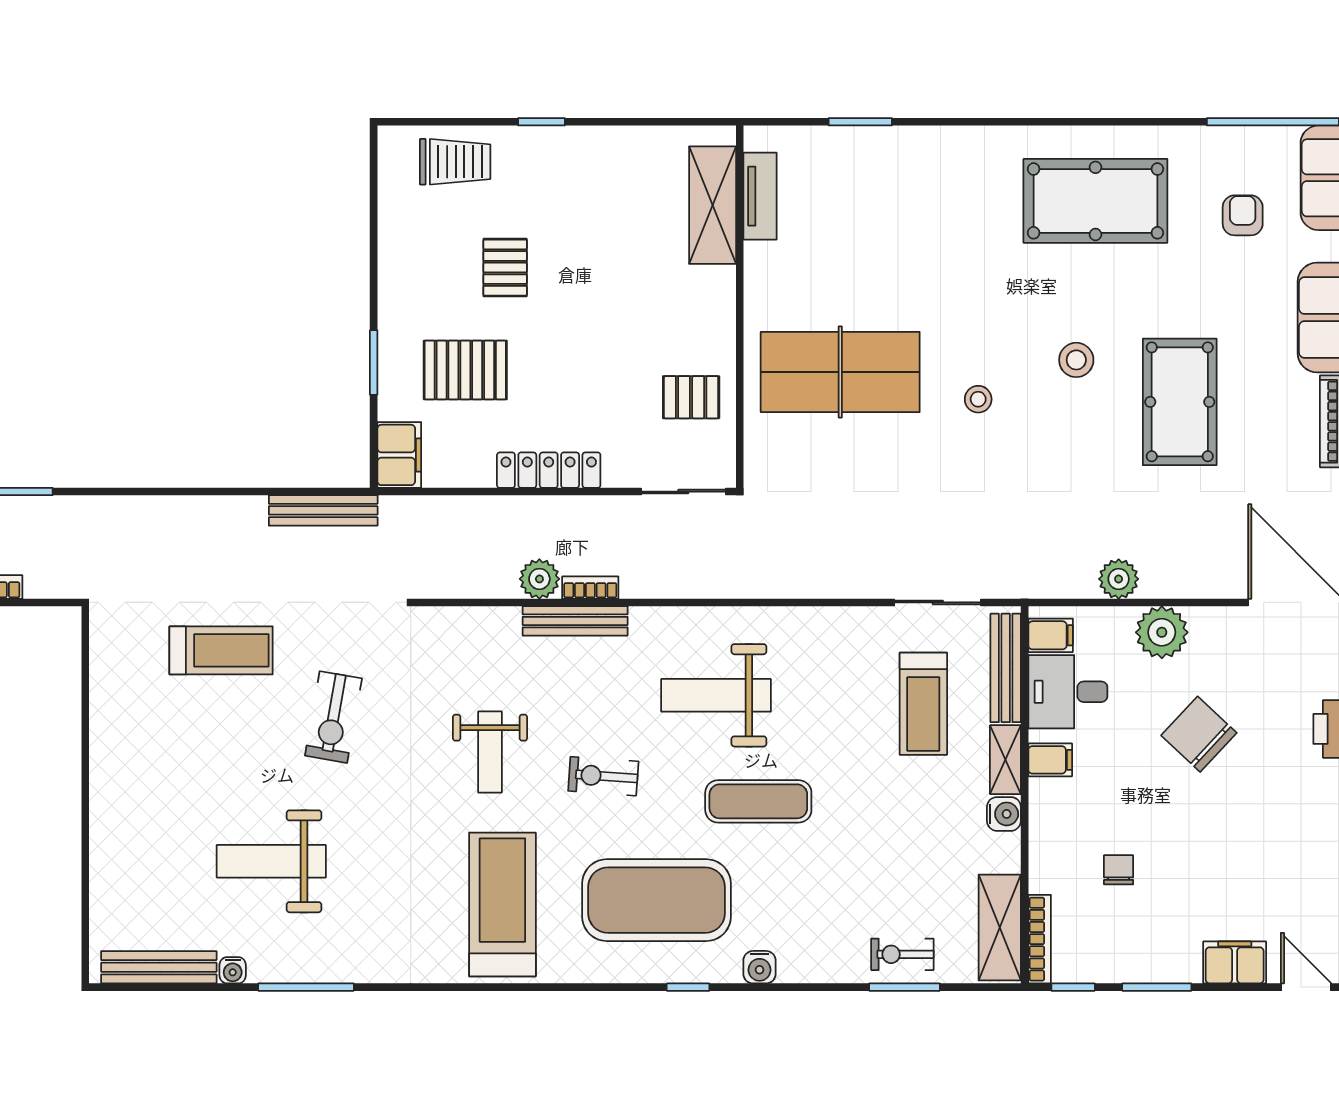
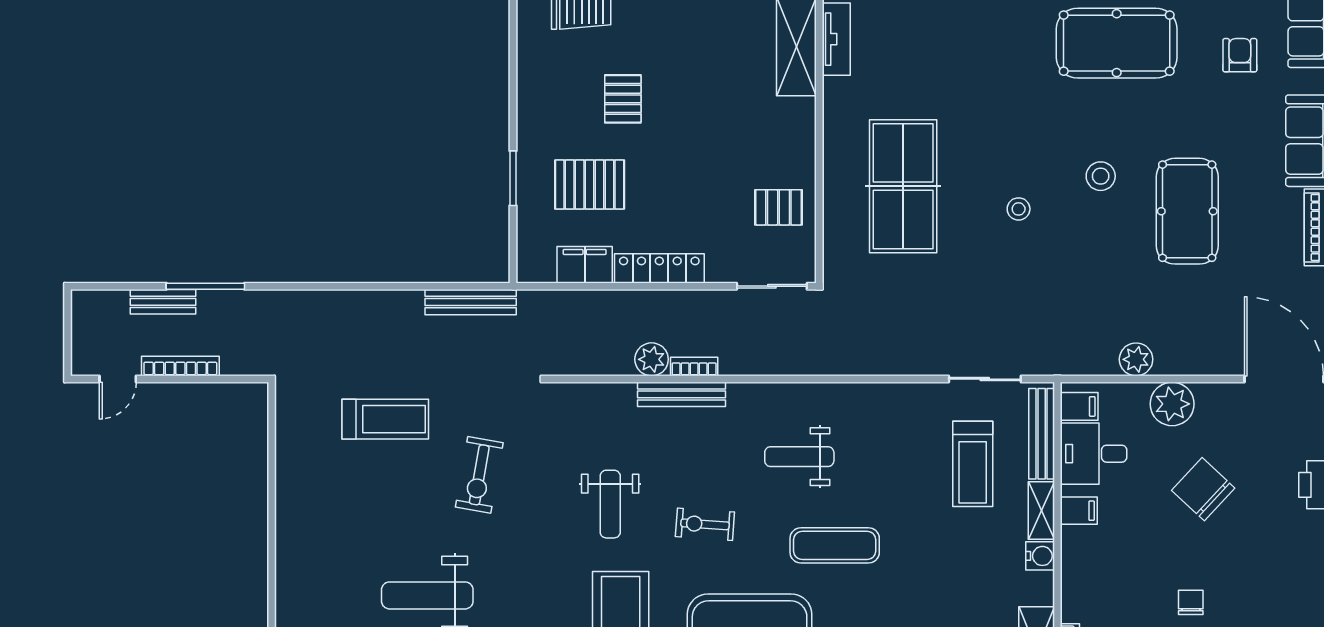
table tennis table: (840, 372) -> (903, 186), turned 90
filing cabinet: (399, 455) -> (585, 265), moved, turned -90
weight bench: (716, 695) -> (799, 457), width x0.73, depth x0.75
chair: (1119, 870) -> (1191, 602), moved

